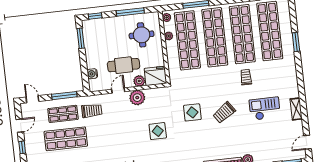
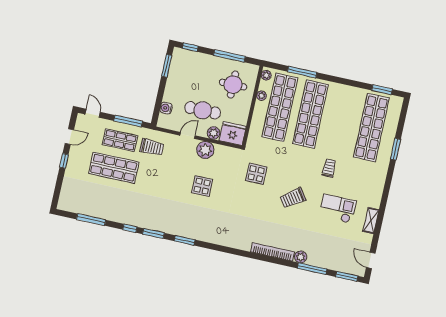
shop shelf: (242, 34) -> (341, 121), removed
display table: (192, 112) -> (256, 174), moved
display table: (158, 131) -> (202, 186), moved
door: (307, 142) -> (371, 260), hinge flipped

